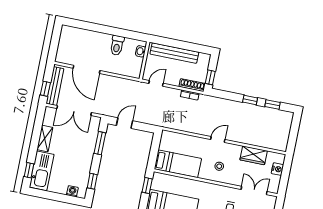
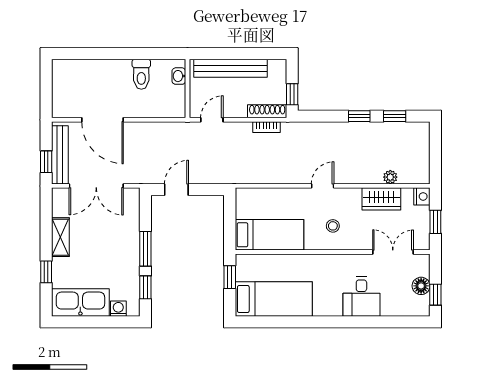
window: (100, 143) -> (145, 249), moved
plant: (262, 143) -> (390, 177), added
nightstand: (277, 169) -> (422, 196), moved
window: (29, 170) -> (46, 272), moved
kitchen sink: (42, 171) -> (80, 302), moved, turned -90
window: (285, 177) -> (435, 222), added

